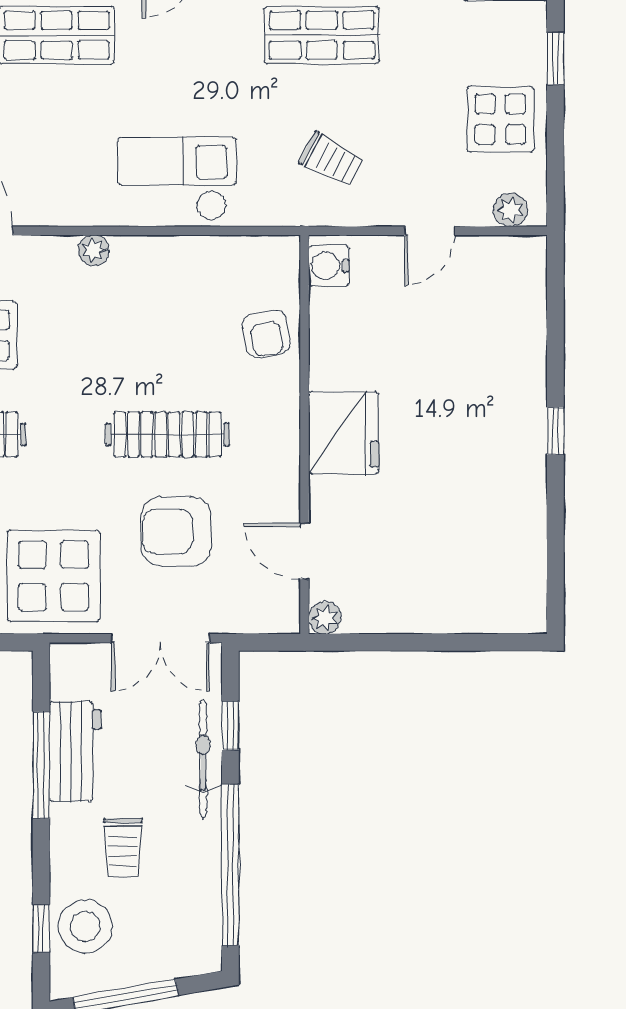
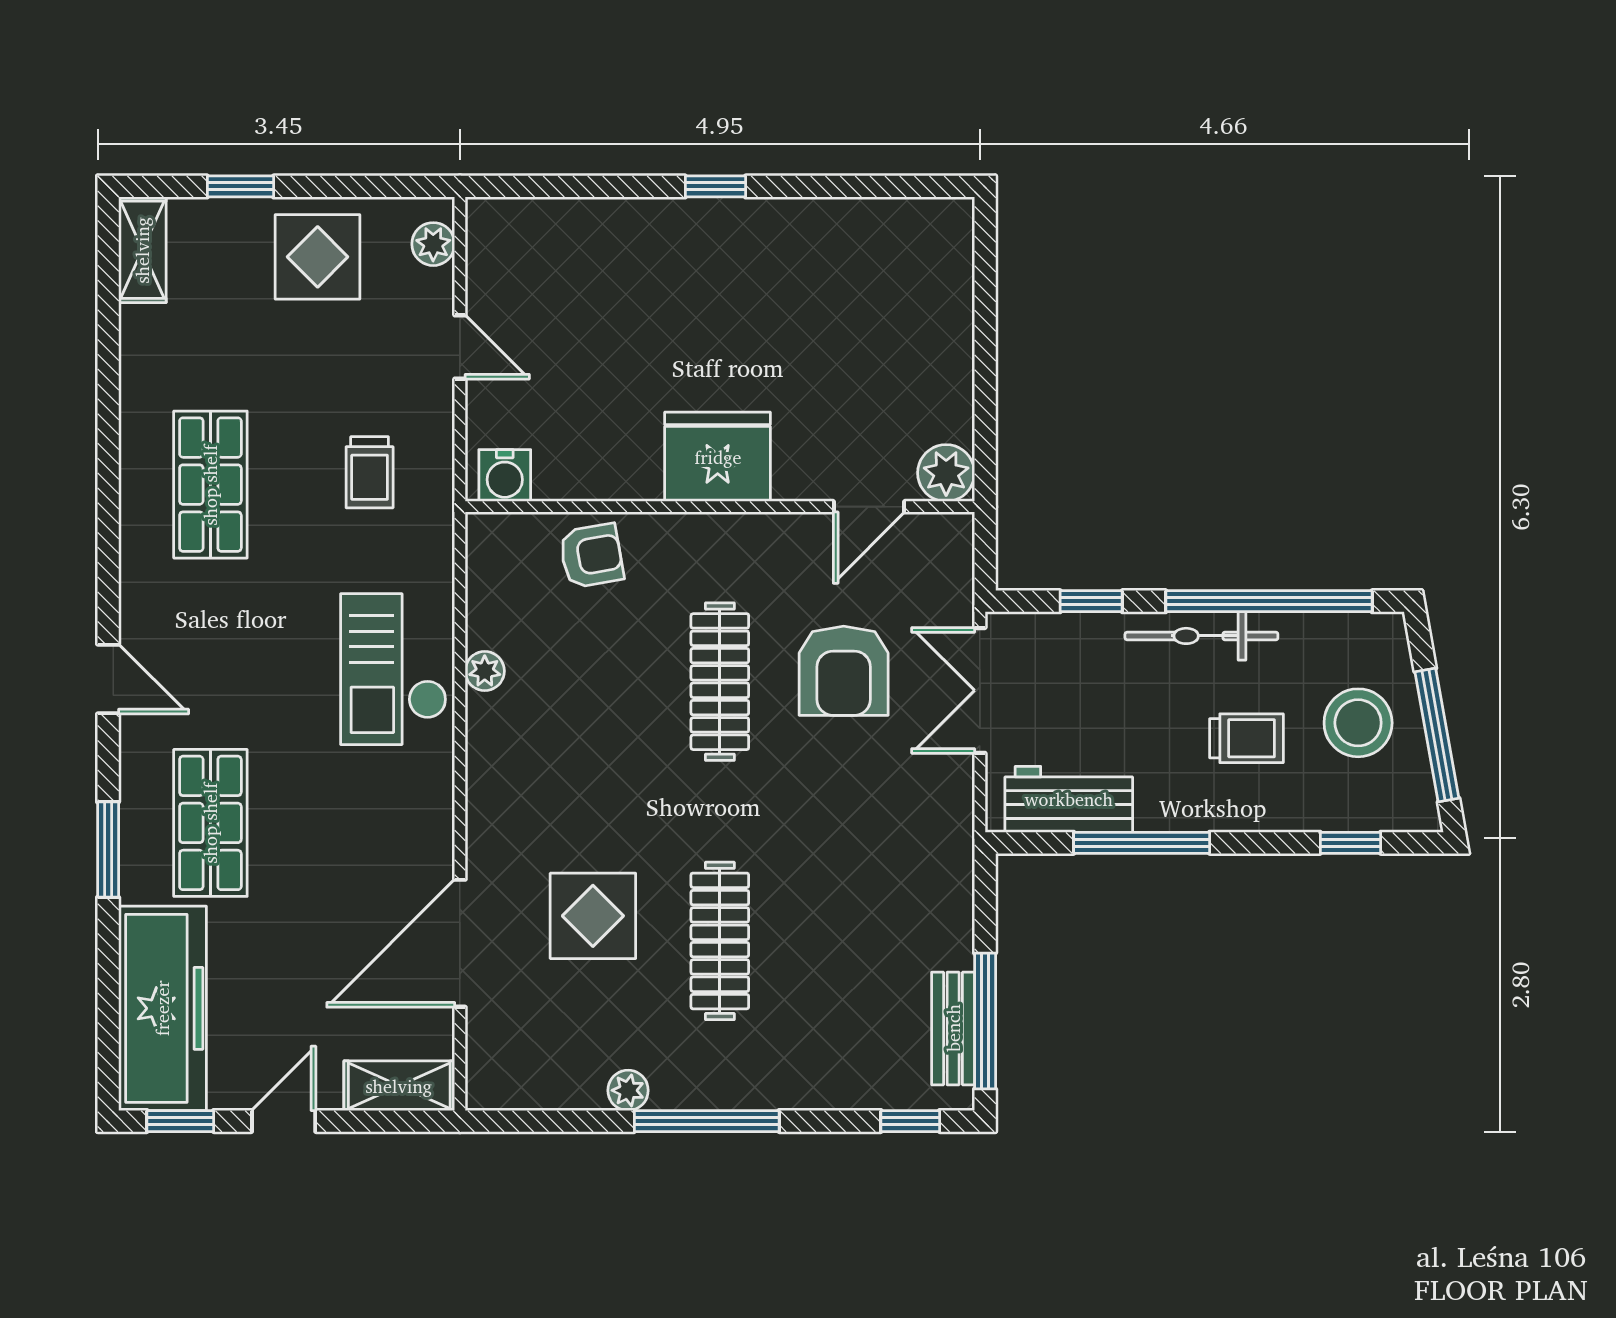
trolley: (331, 160) -> (370, 472), turned 152
plant: (94, 250) -> (485, 671), moved
display table: (53, 576) -> (900, 827), removed
plant: (325, 618) -> (946, 473), width x1.38, depth x1.38
double door: (160, 638) -> (980, 690), swing flipped
workbench: (75, 751) -> (1069, 799), moved
bicycle: (203, 759) -> (1201, 636), moved
stool: (85, 926) -> (1358, 723), moved

